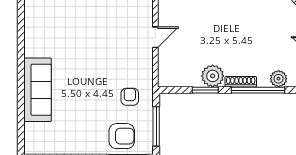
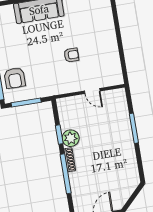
plant: (279, 79) -> (77, 187), removed
armchair: (130, 97) -> (71, 55), moved

